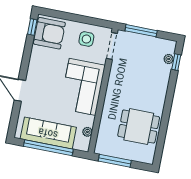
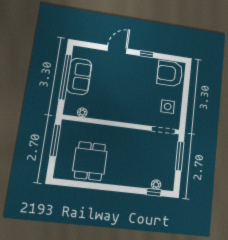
window: (32, 27) -> (147, 54), moved
armchair: (49, 33) -> (170, 74), turned 90
corner sofa: (82, 87) -> (124, 105), removed
sofa: (48, 133) -> (79, 76), width x0.73

